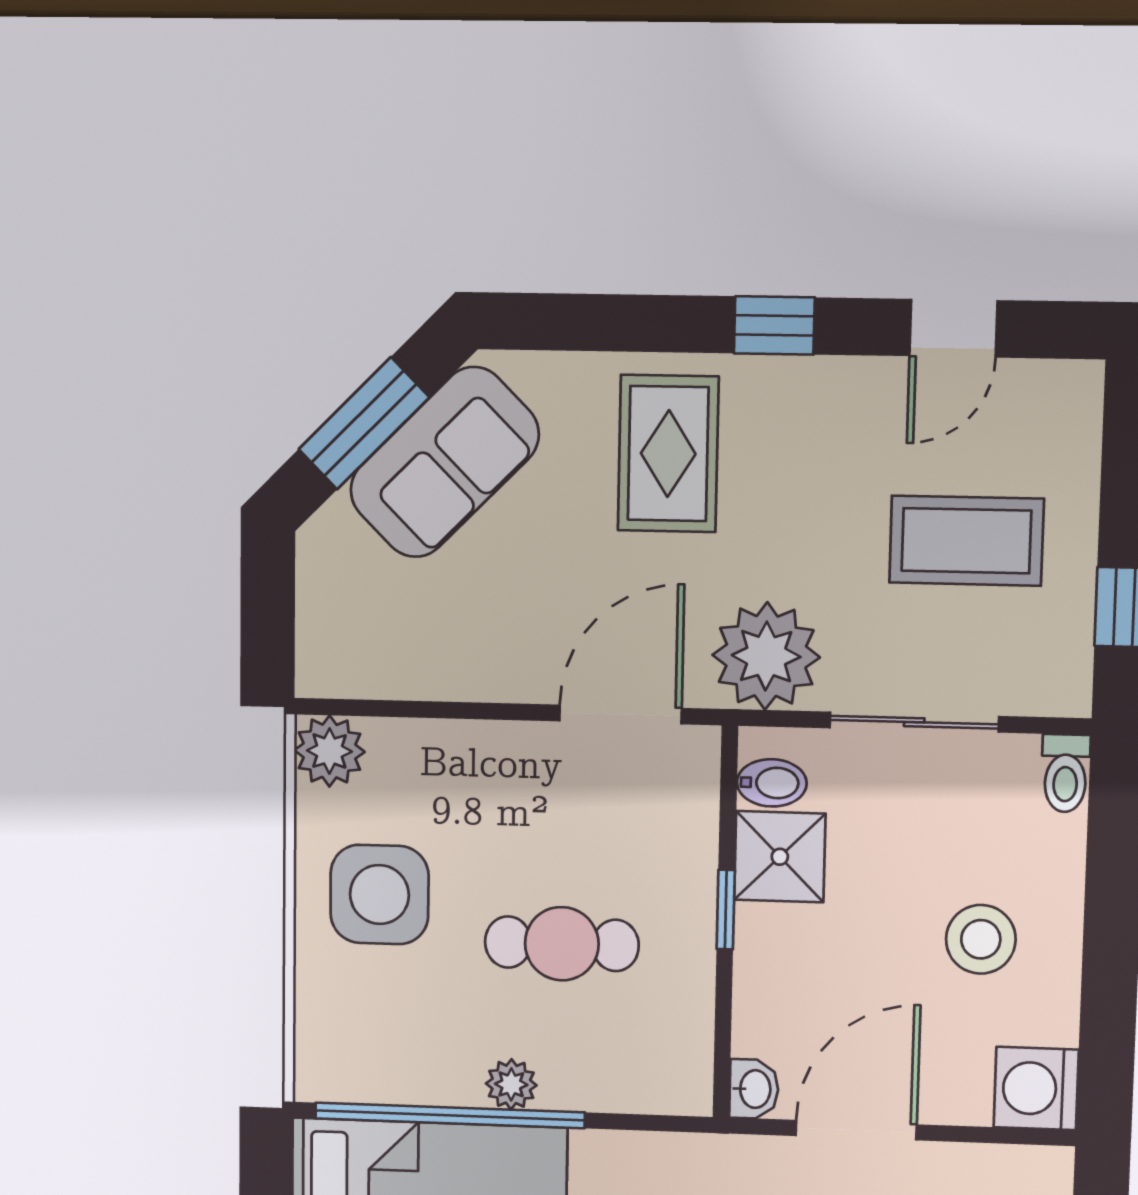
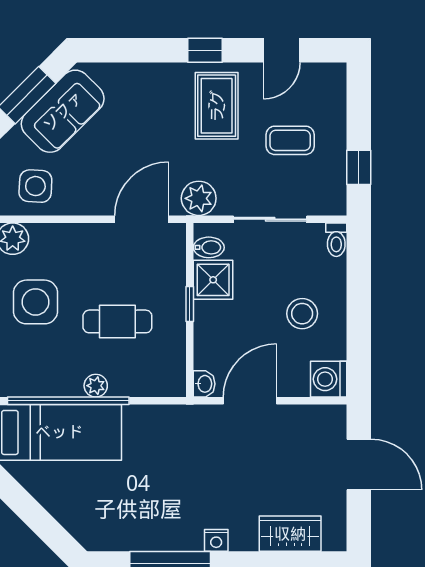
rug: (668, 454) -> (217, 106), moved
coffee table: (966, 541) -> (290, 140), width x0.73, depth x0.77
side table: (381, 633) -> (35, 186), added
plant: (766, 656) -> (199, 198), width x0.73, depth x0.73

